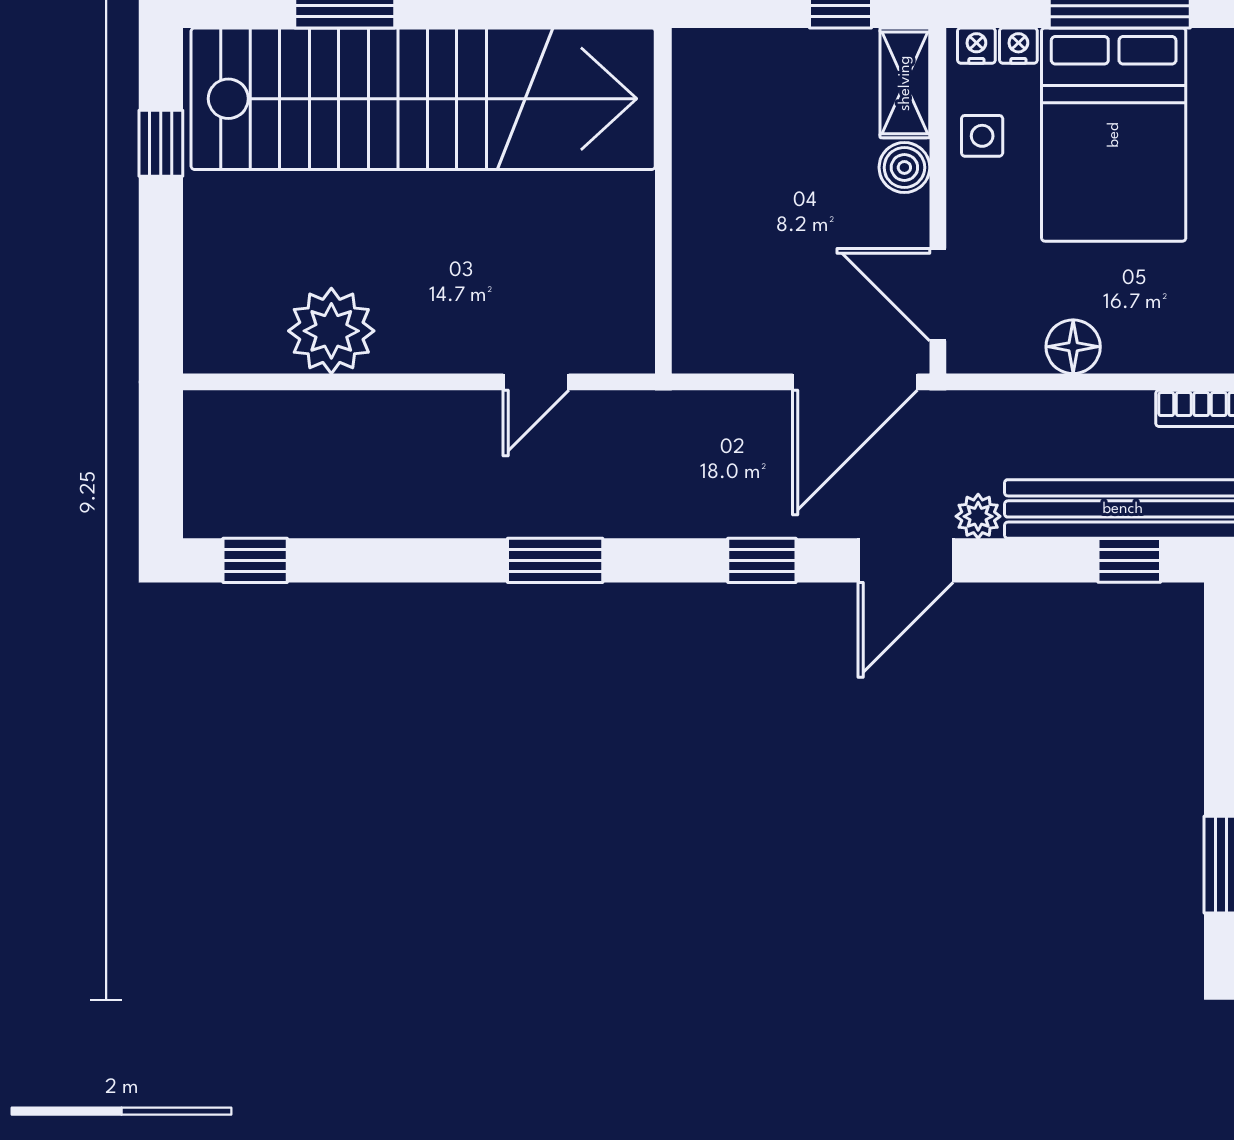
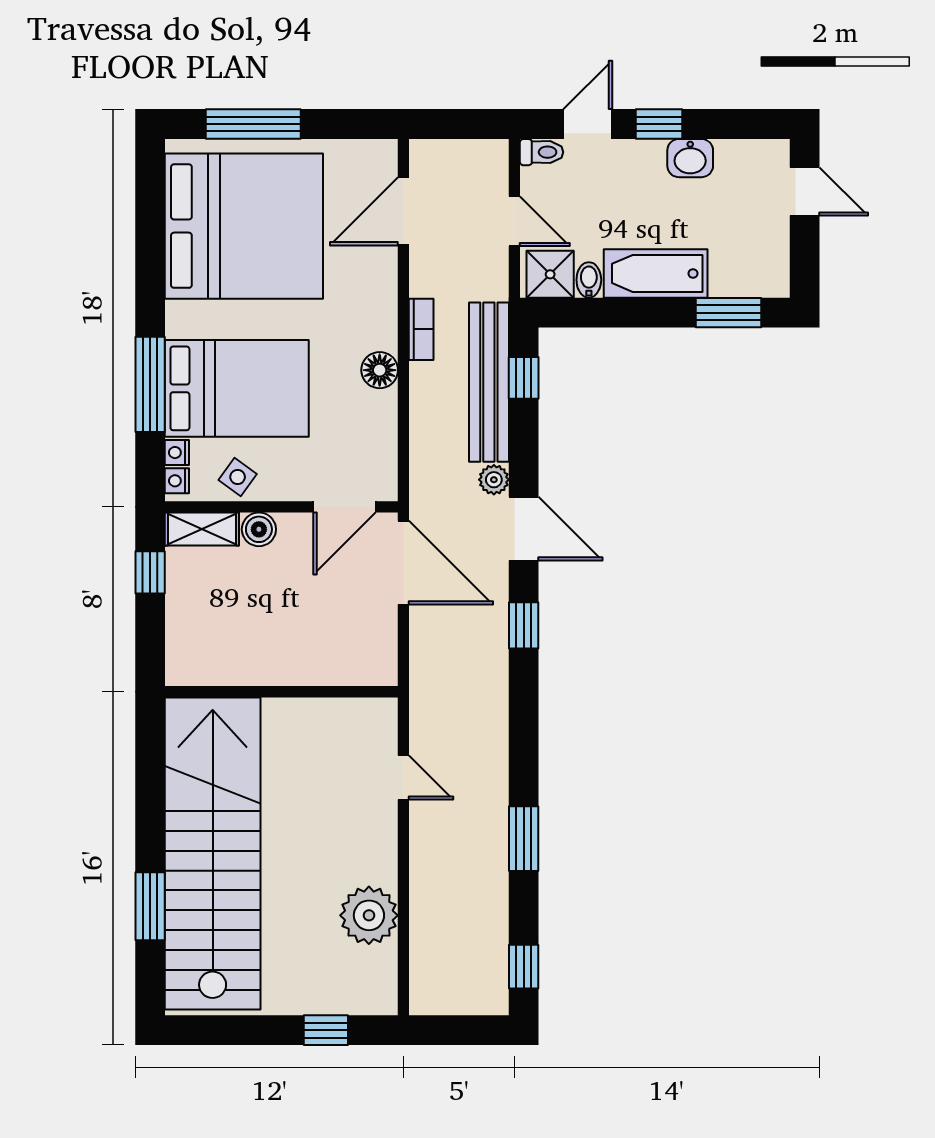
side table: (982, 136) -> (238, 477), turned 36
window: (161, 143) -> (326, 1030), moved
floor lamp: (1073, 347) -> (380, 370), moved
window: (555, 560) -> (524, 839), moved

